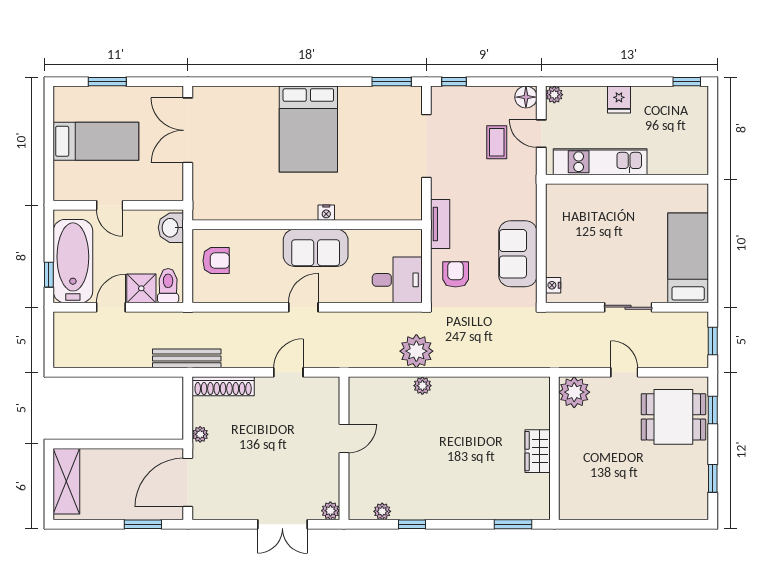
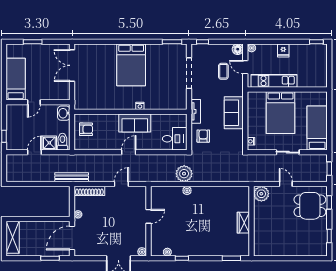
bed: (96, 141) -> (16, 79), moved, turned -90
door: (110, 205) -> (34, 102), hinge flipped
bed: (613, 227) -> (281, 113), added
sofa: (518, 254) -> (234, 113), moved
bathtub: (73, 261) -> (16, 130), removed

